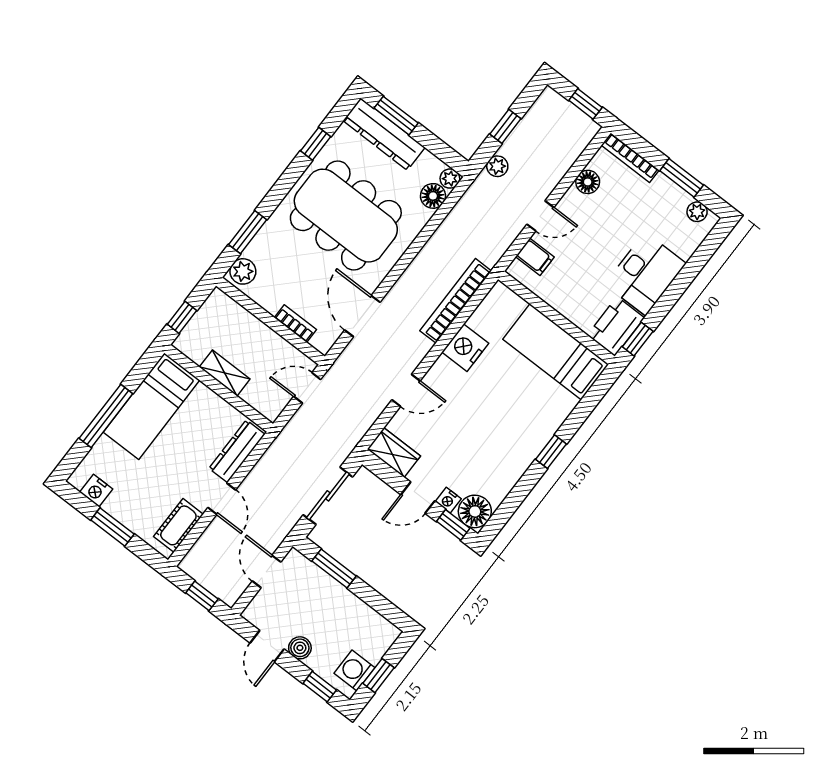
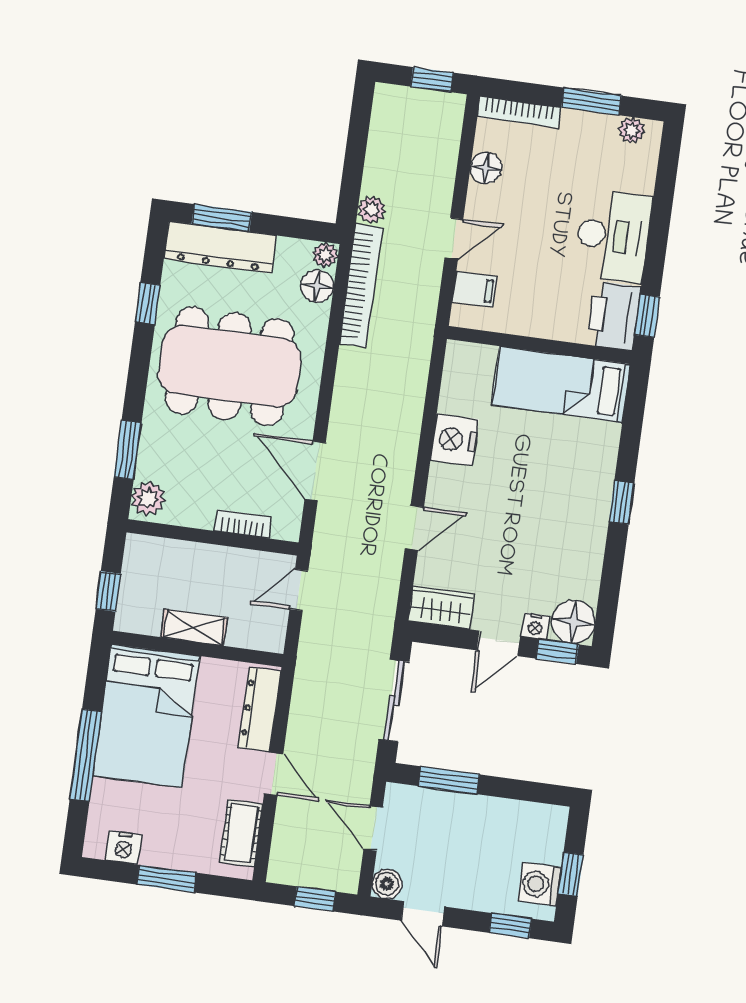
window: (505, 126) -> (355, 158), removed
bookcase: (456, 301) -> (361, 286), moved, turned 180
bed: (151, 406) -> (147, 716), width x1.50
boiler: (300, 648) -> (387, 884), moved

